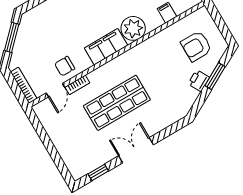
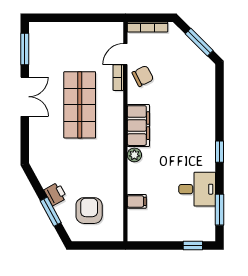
plant: (133, 28) -> (134, 155), width x0.53, depth x0.53
chair: (65, 66) -> (143, 76), turned 63
door: (55, 90) -> (125, 54), hinge flipped
window: (98, 172) -> (25, 49), width x1.50

